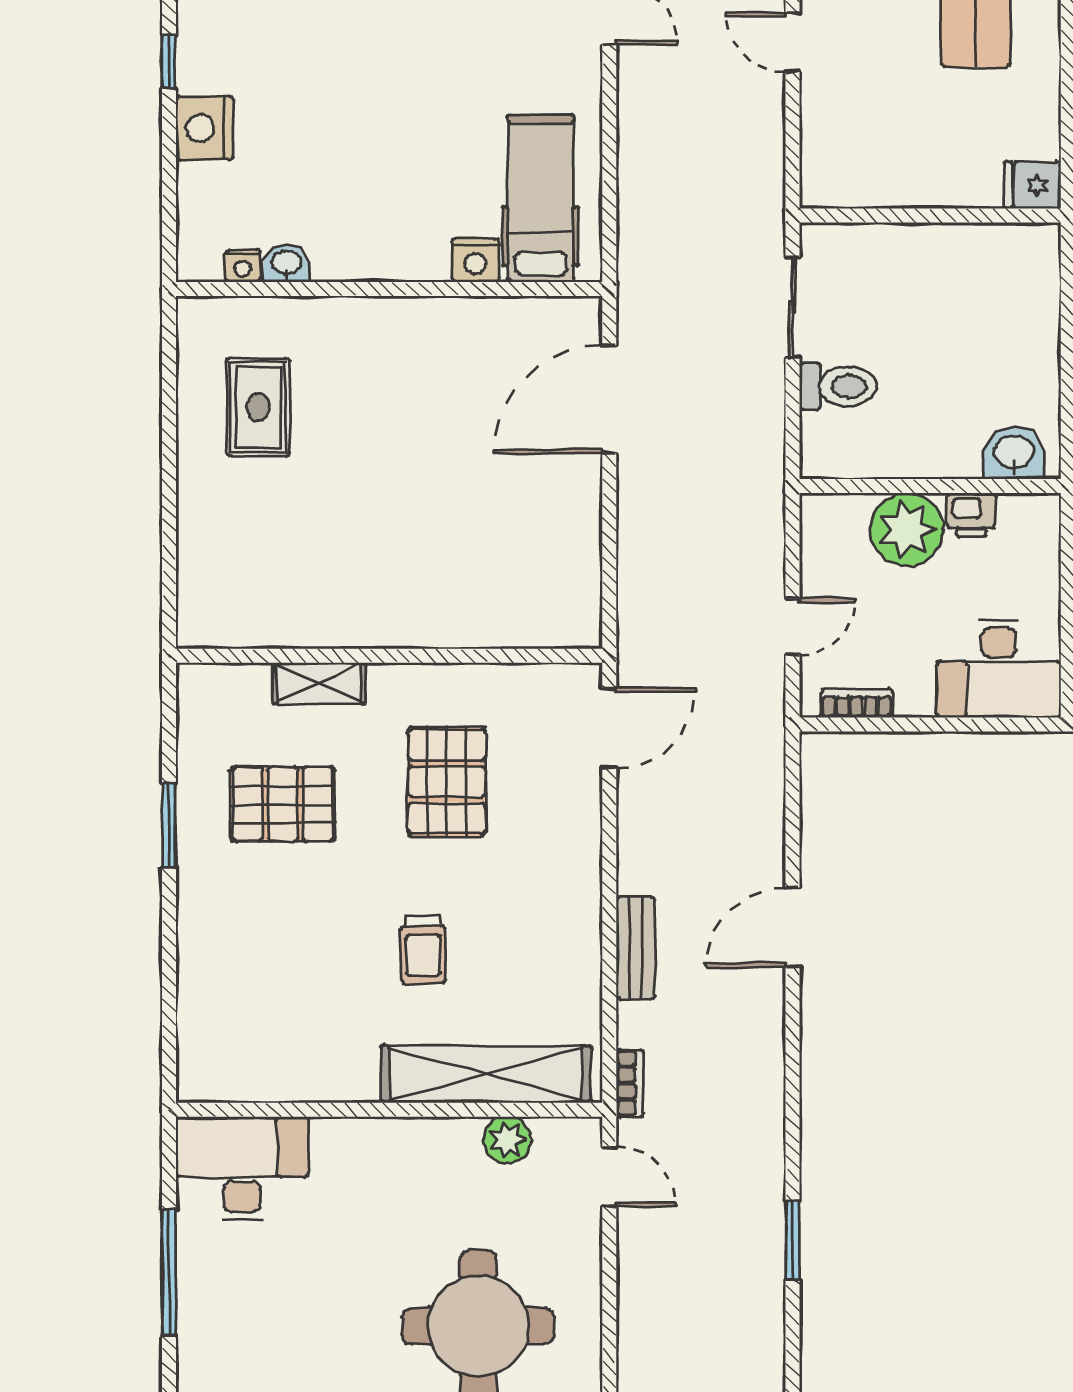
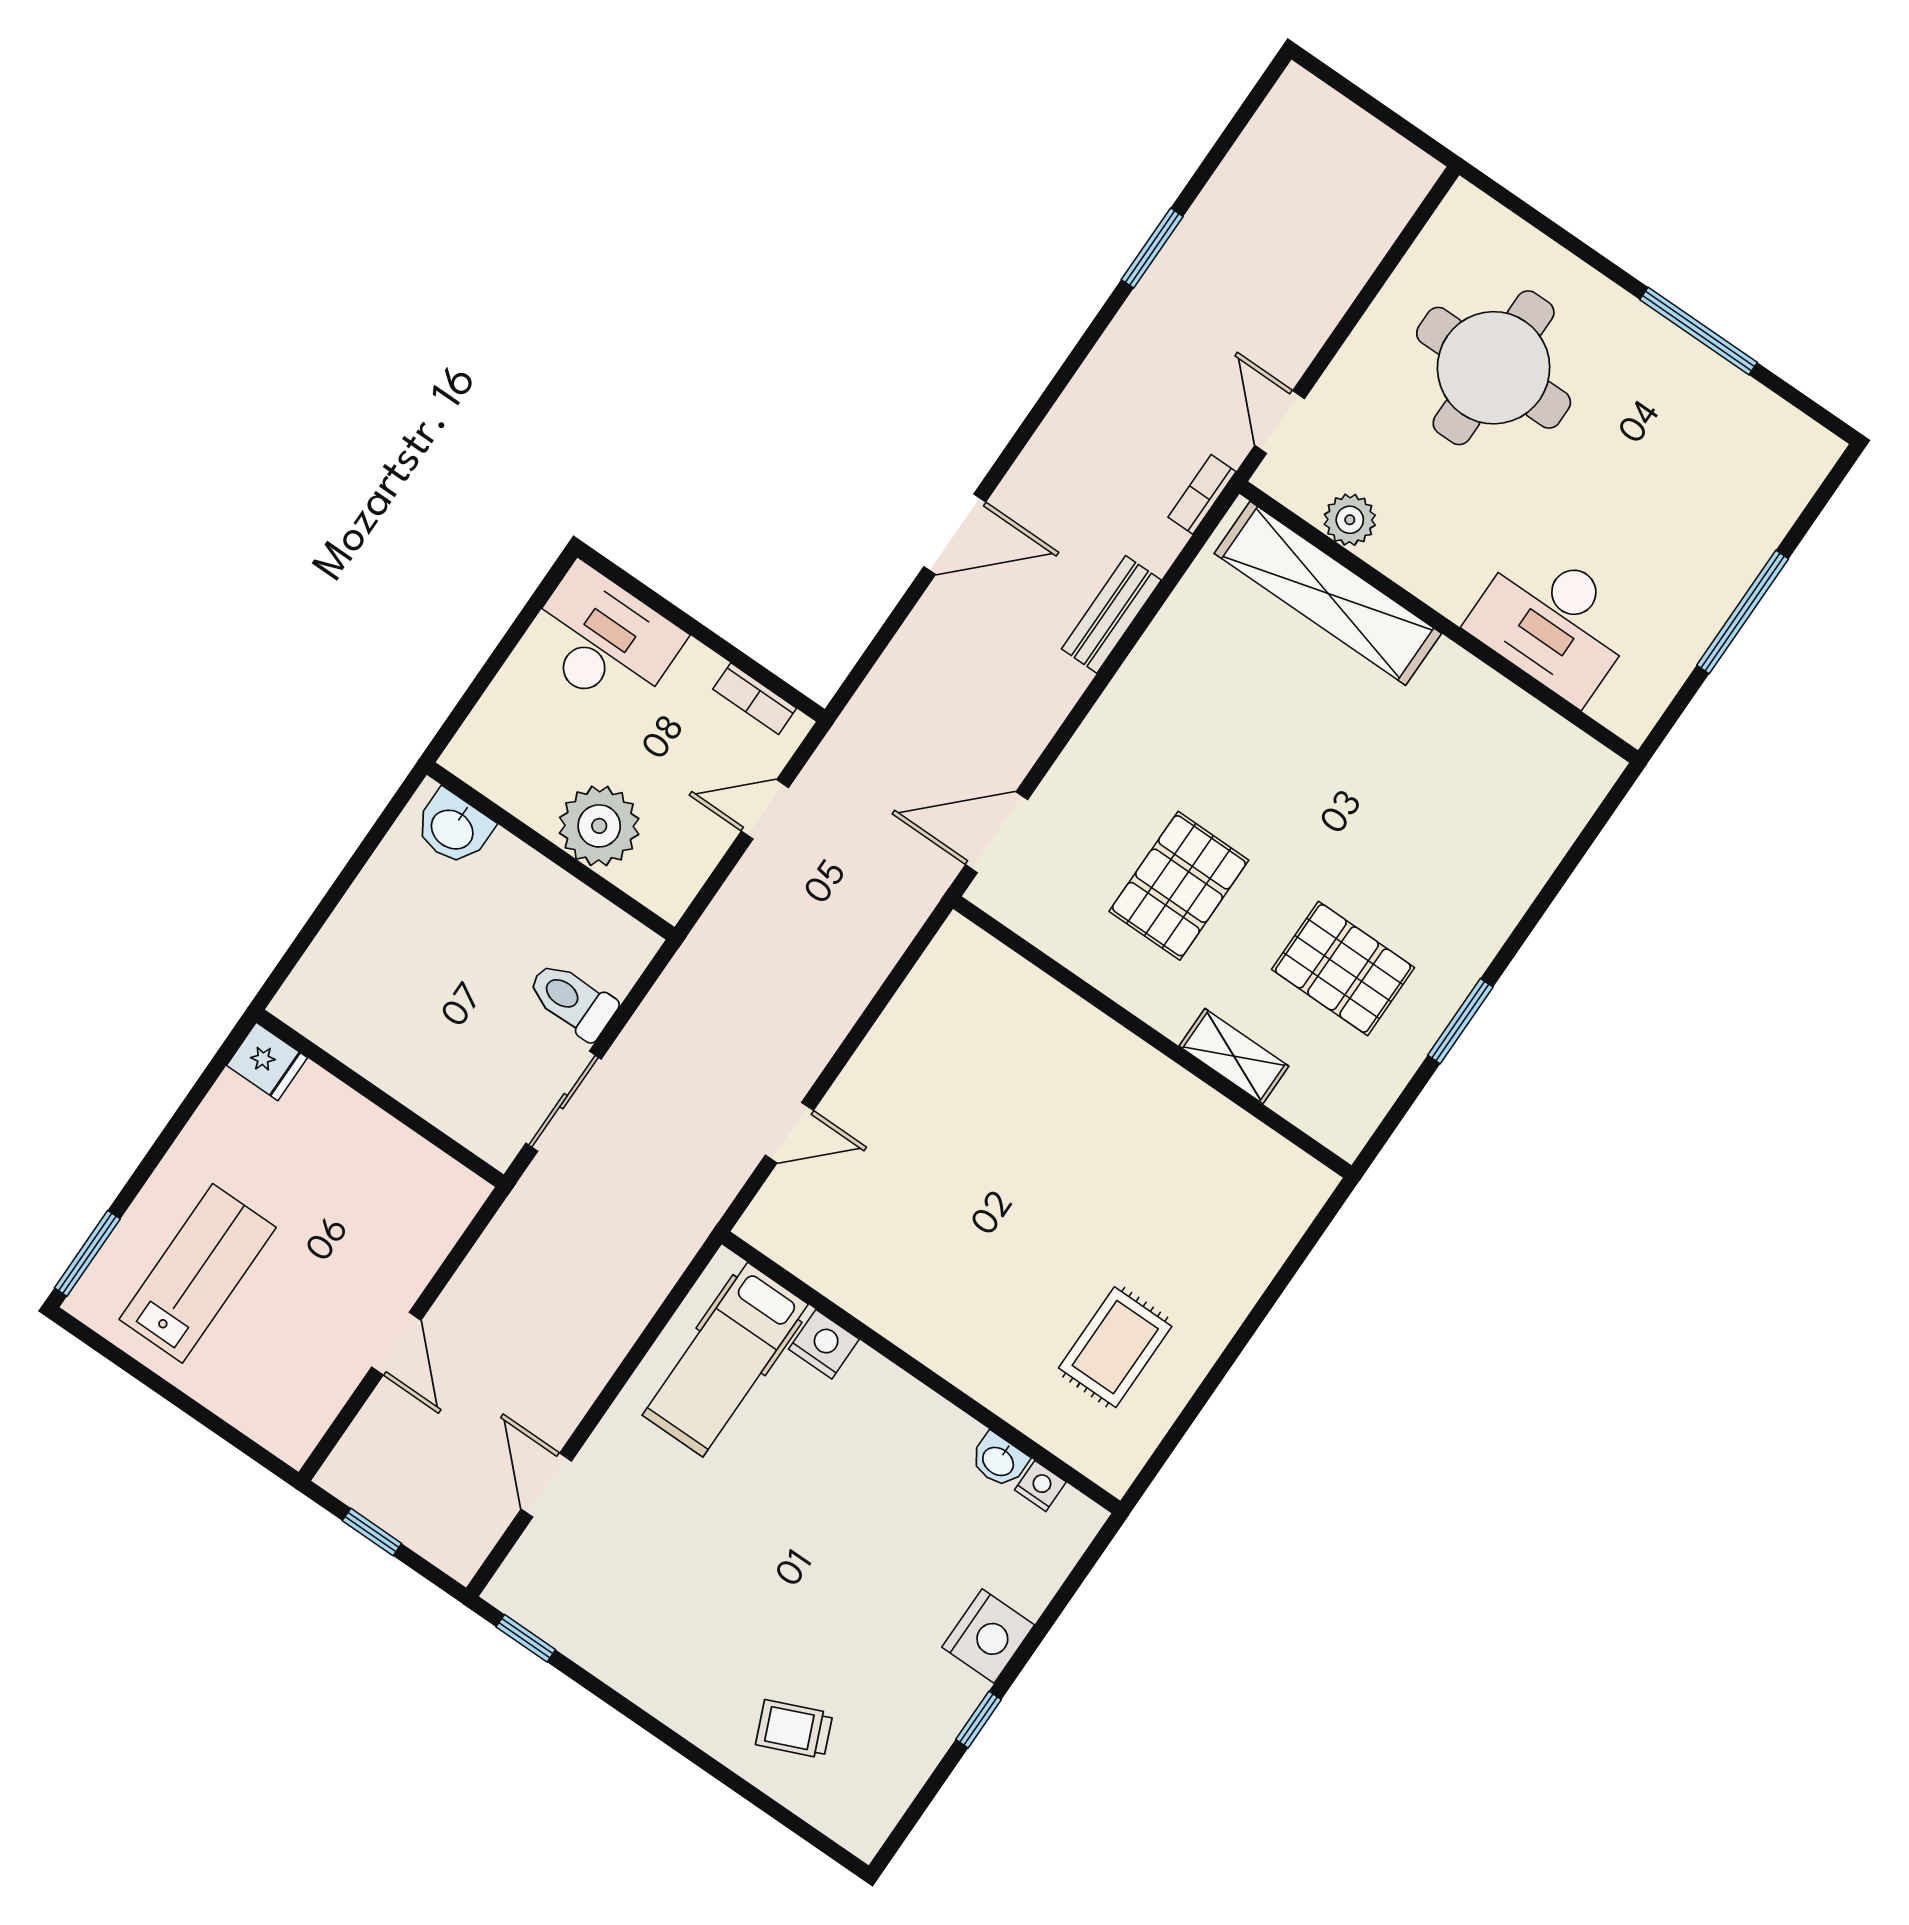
door: (609, 399) -> (789, 1133), width x0.53
printer: (971, 515) -> (531, 799), removed
trolley: (423, 950) -> (1307, 746), removed
desk: (242, 1169) -> (1554, 622), moved

